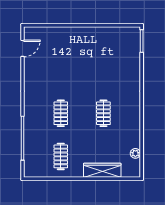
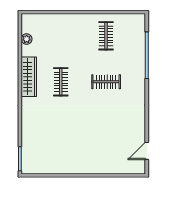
clothes rail: (61, 113) -> (106, 82), turned 90
wardrobe: (102, 170) -> (29, 77), moved, turned -90

